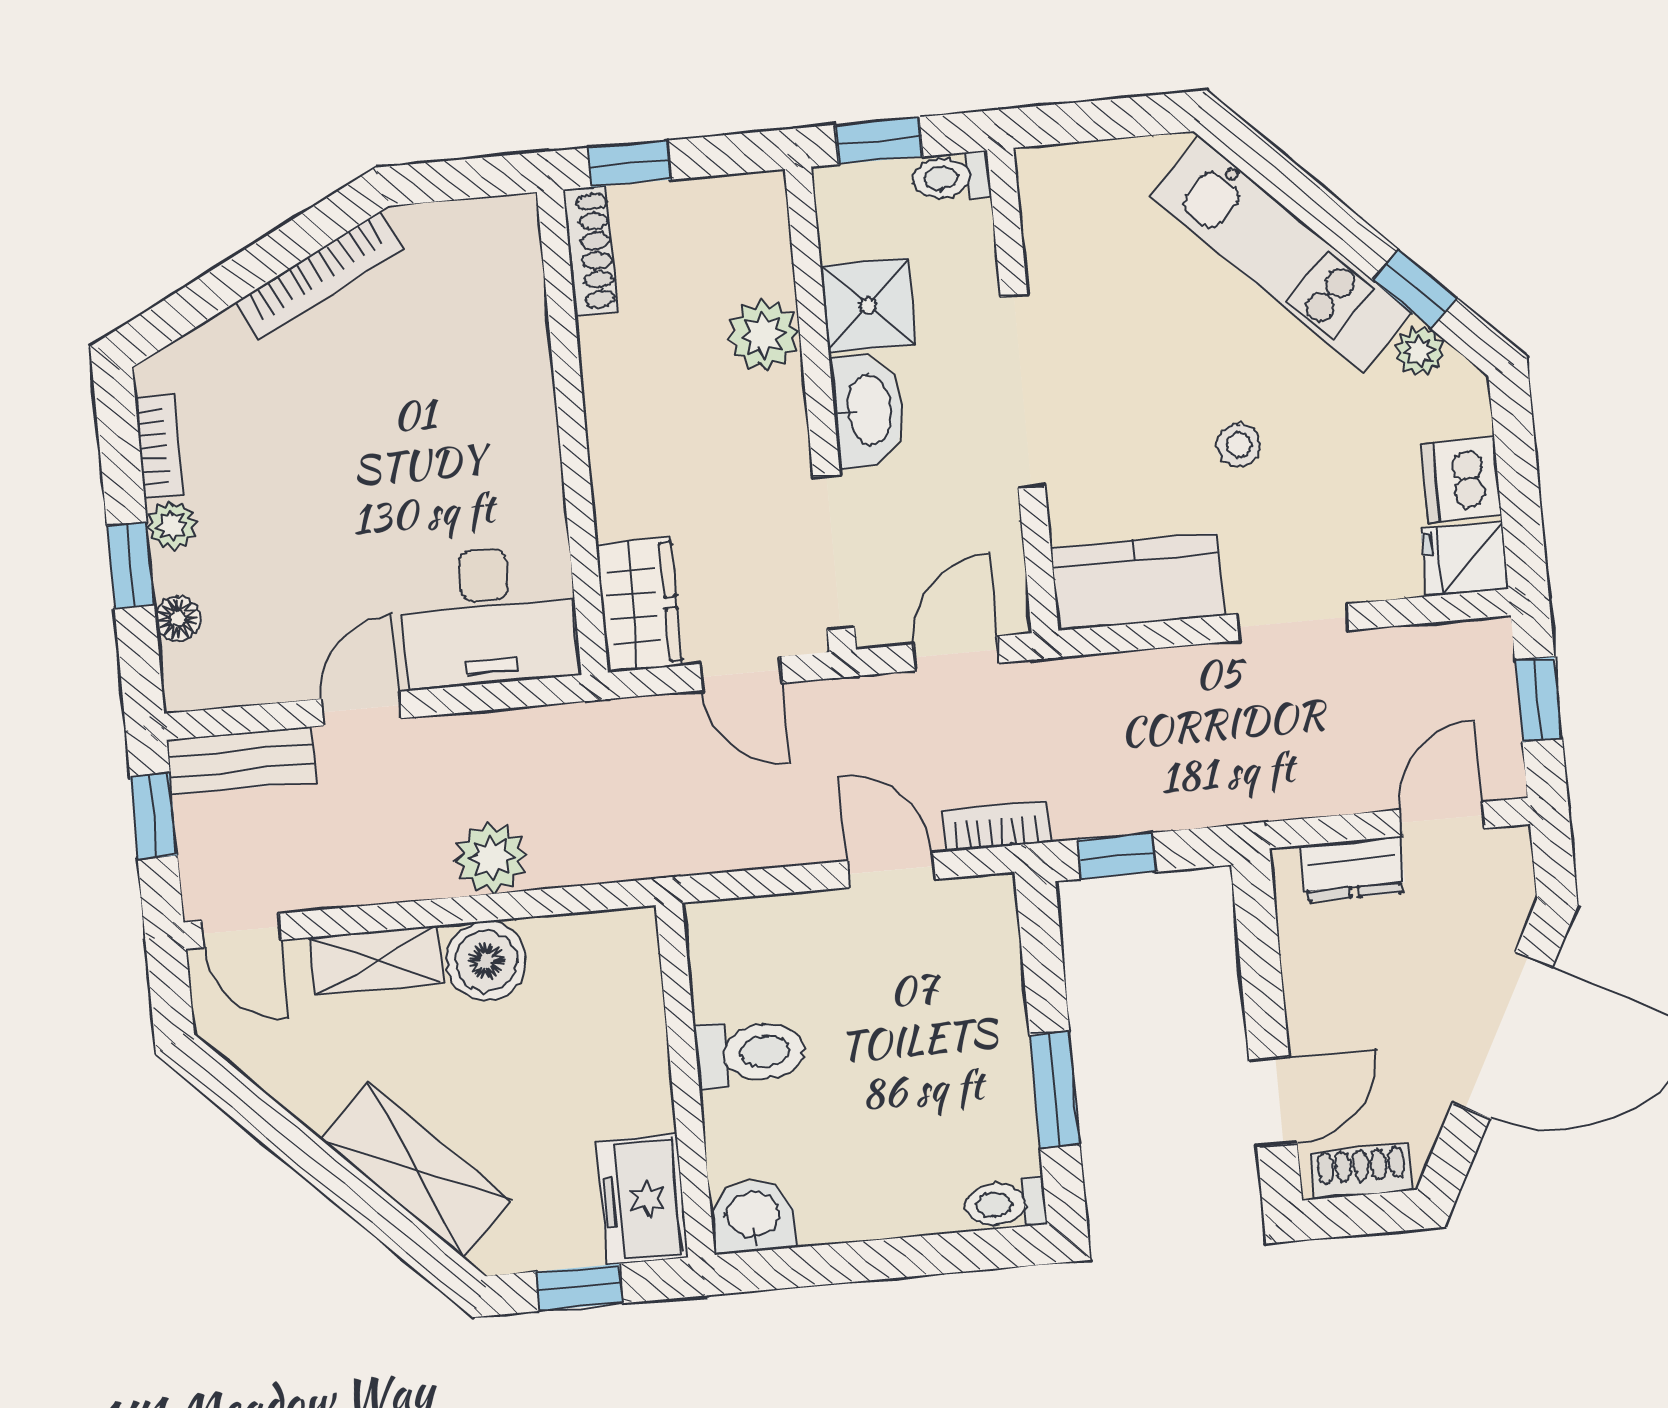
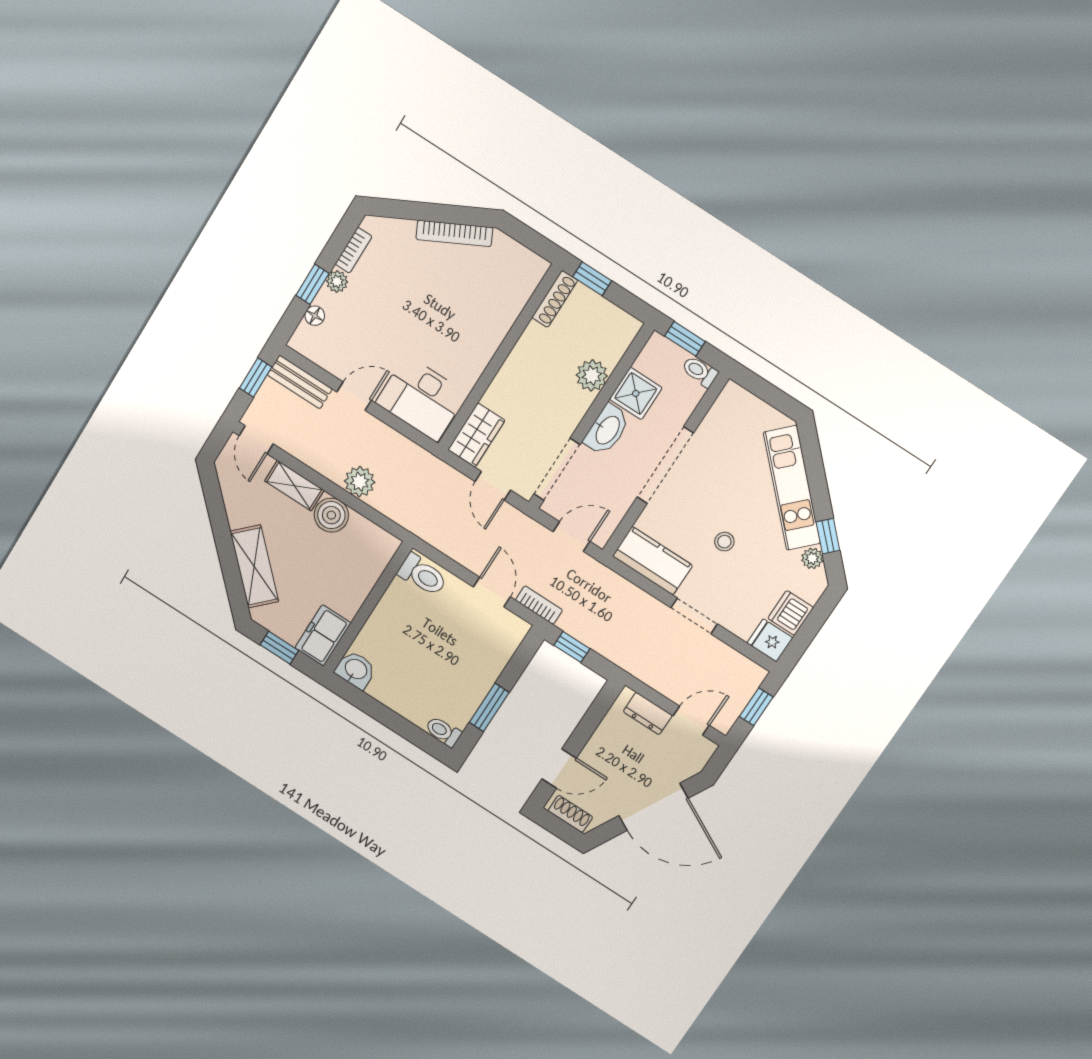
toilet: (750, 1053) -> (422, 575), moved

